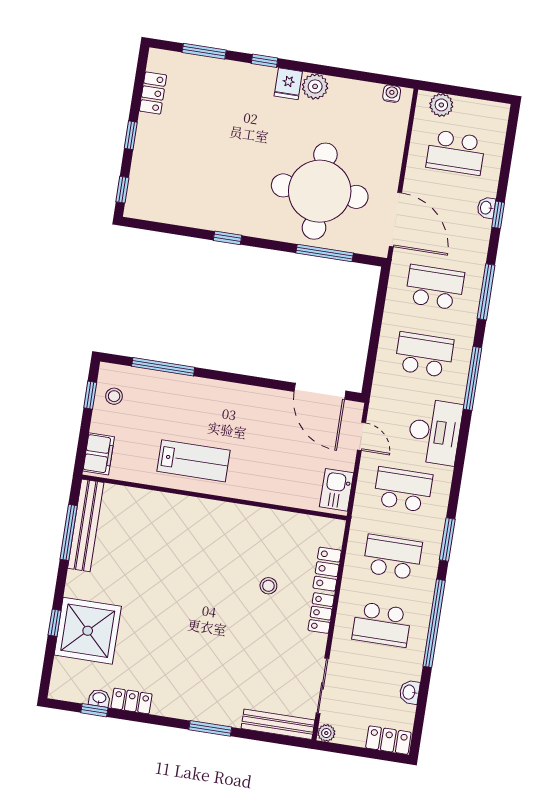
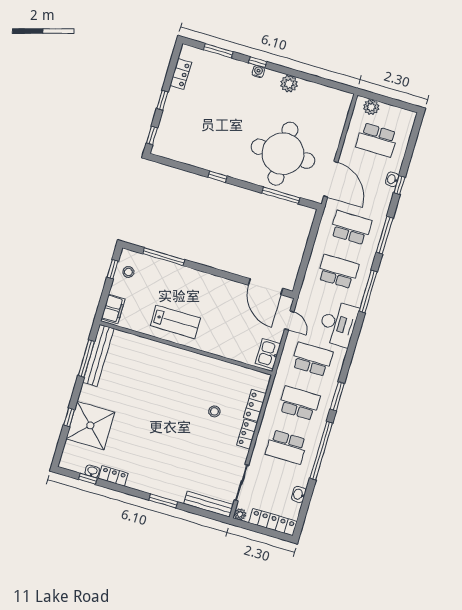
fridge: (288, 84) -> (271, 80), removed
water cooler: (392, 94) -> (258, 71), moved
locker: (388, 740) -> (273, 522), width x1.53

